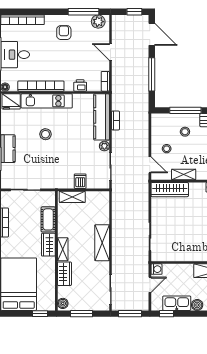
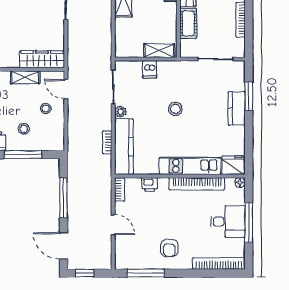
plant: (98, 22) -> (128, 261), removed
stool: (46, 134) -> (175, 109), moved

